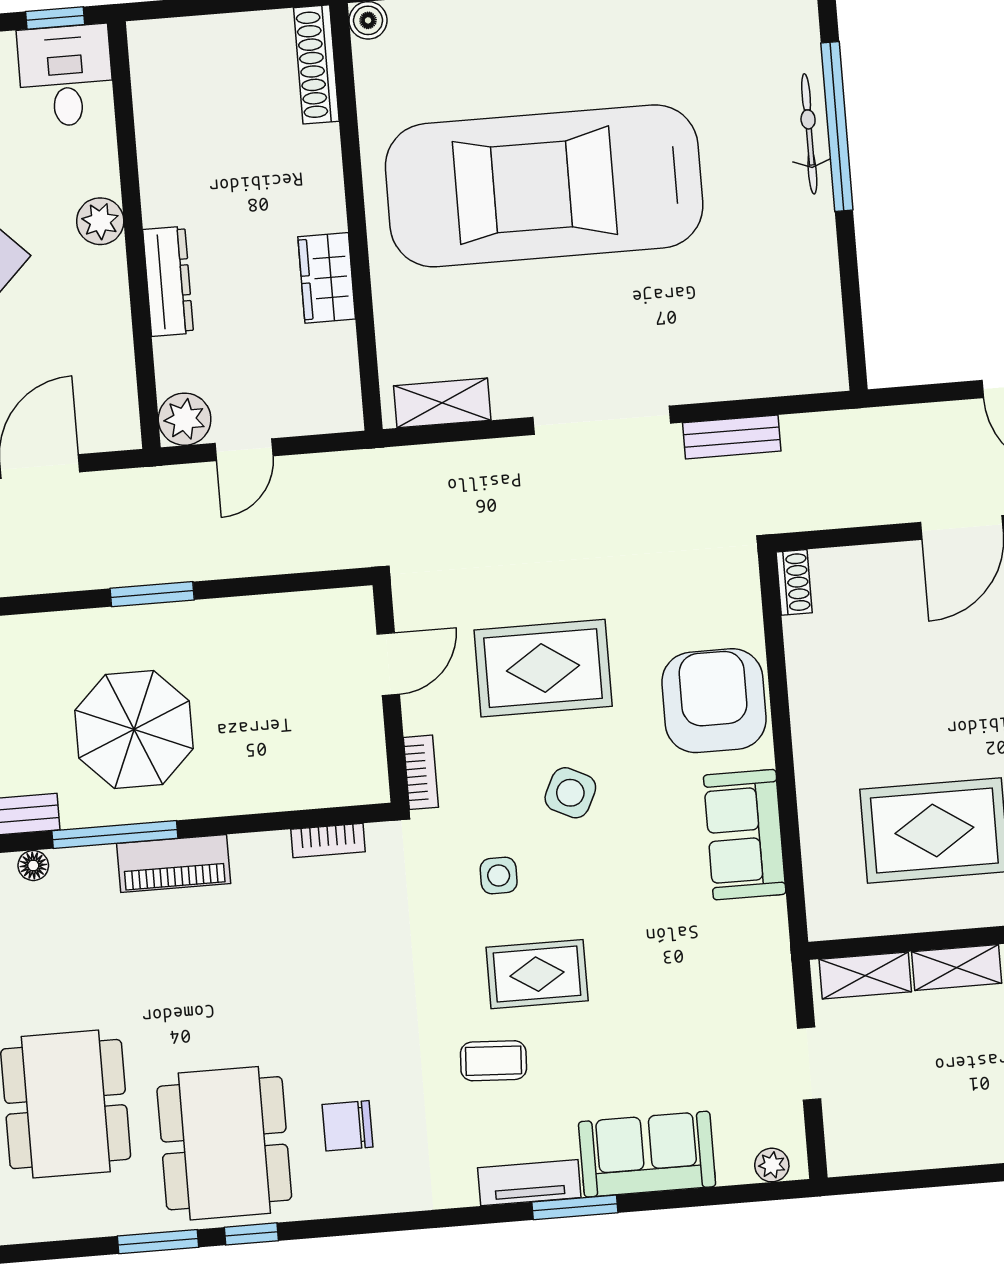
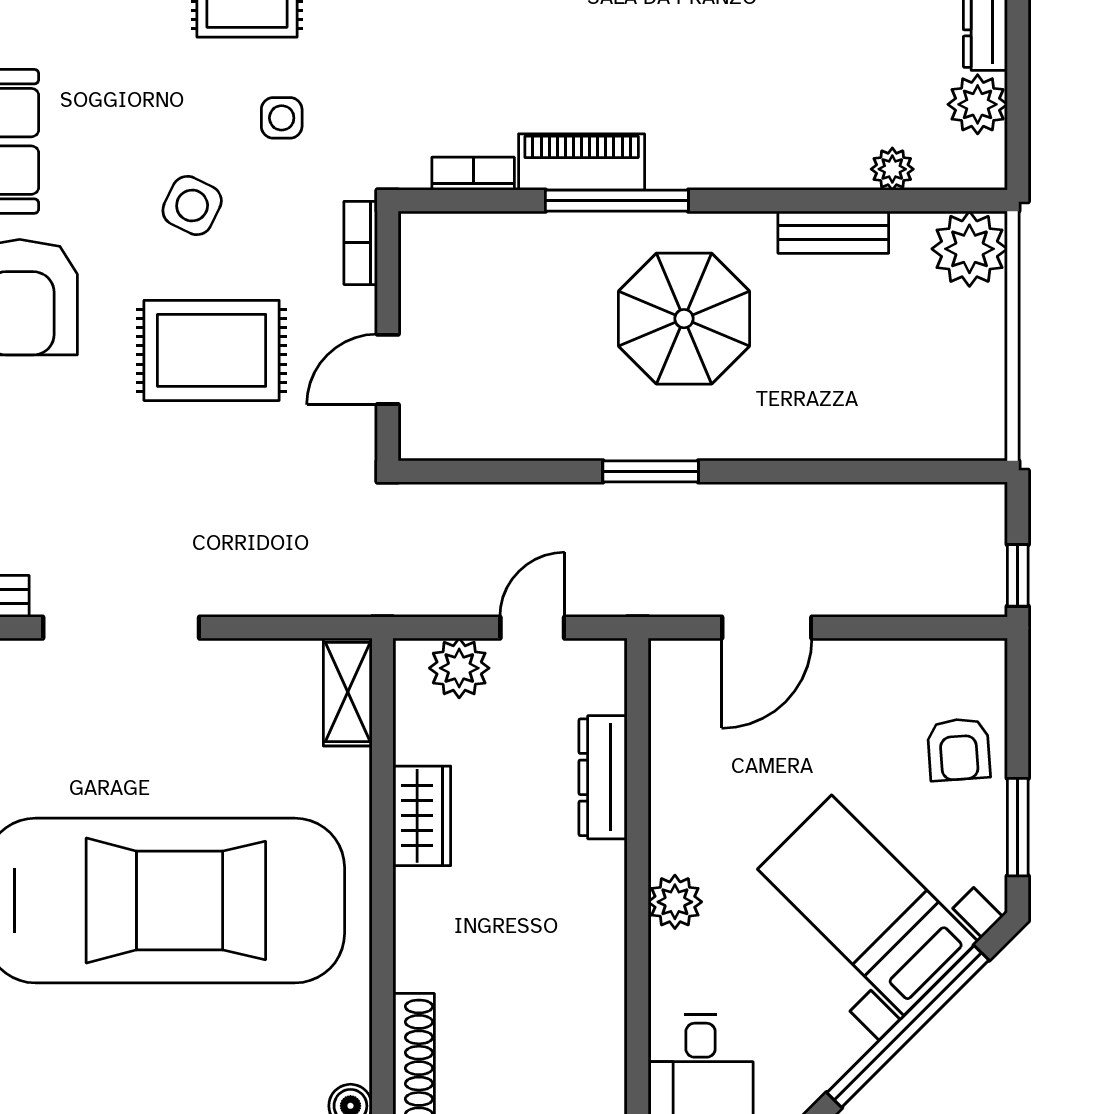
dresser: (168, 281) -> (603, 777), moved
shelving: (442, 403) -> (348, 692), moved, turned 90
plant: (185, 419) -> (459, 668), moved
window: (115, 834) -> (617, 201), moved
piano: (174, 863) -> (582, 162), moved
floor lamp: (33, 865) -> (812, 173), removed

